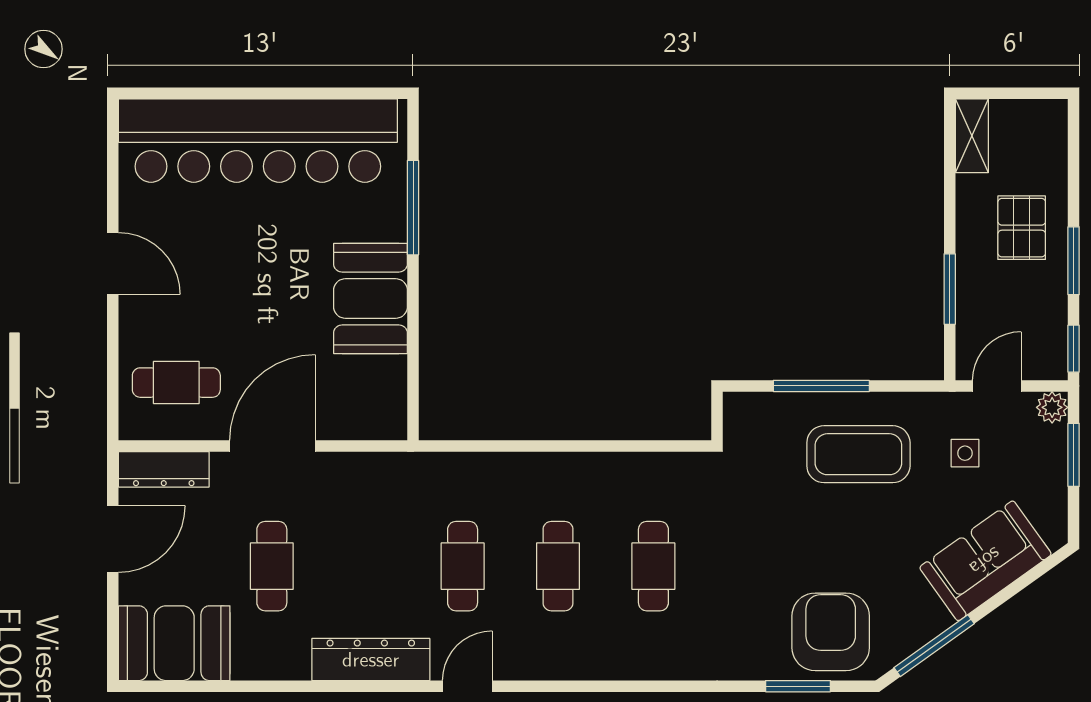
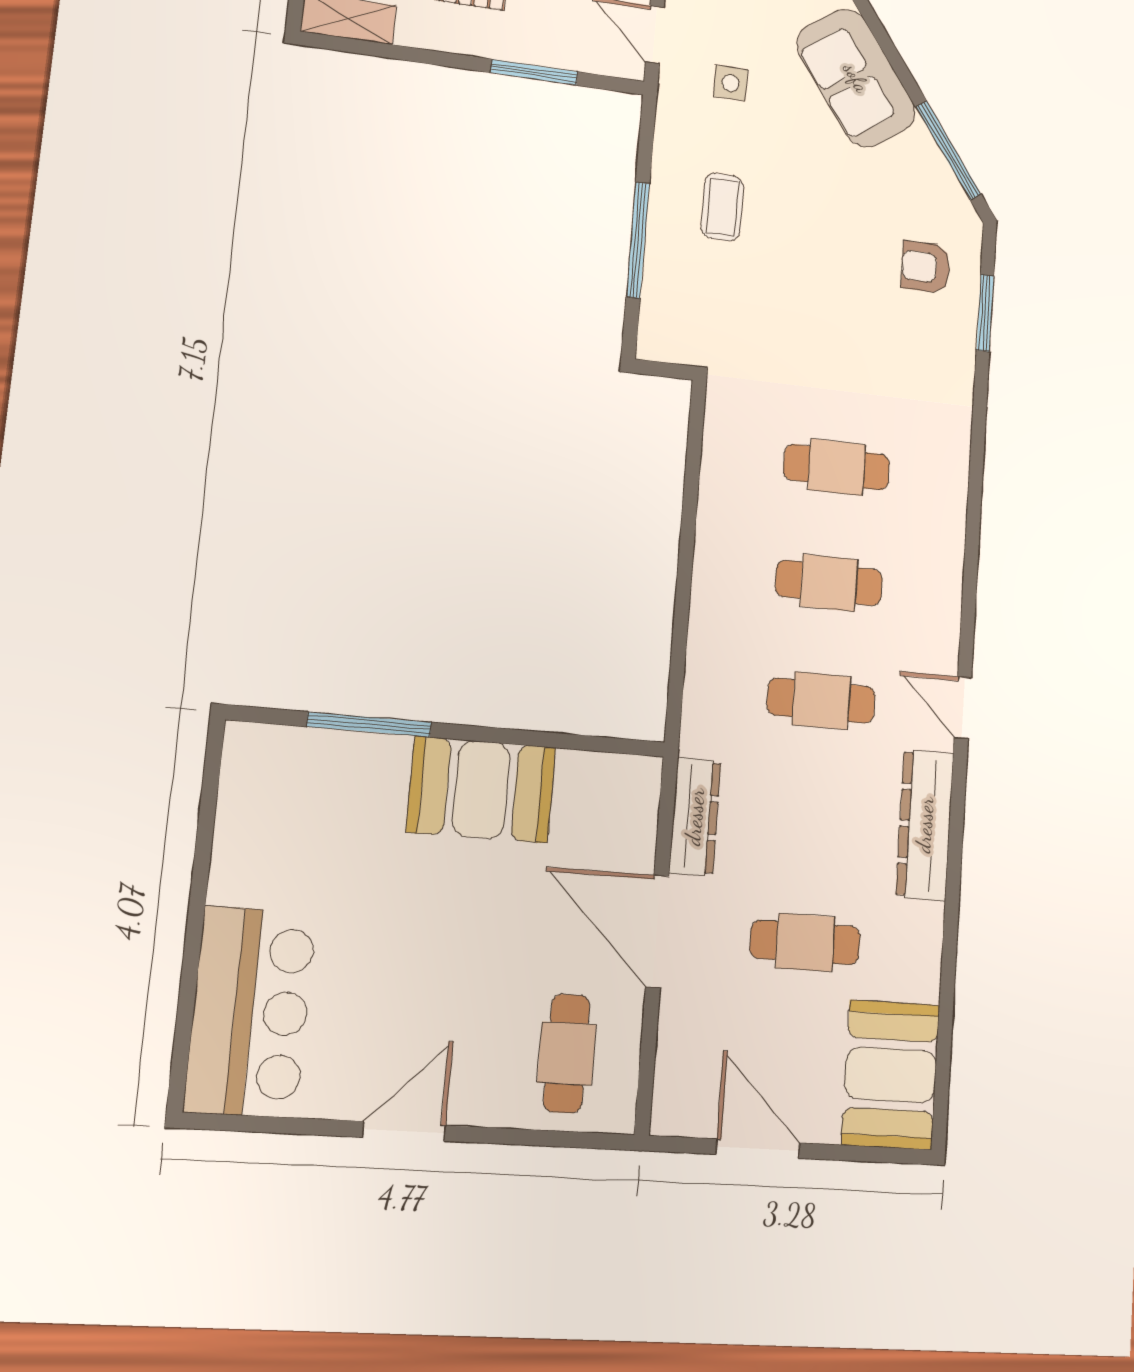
bar counter: (258, 141) -> (250, 1012), width x0.54
coffee table: (858, 454) -> (722, 207), width x0.54, depth x0.58
dresser: (164, 469) -> (695, 817), moved
armchair: (831, 632) -> (926, 267), width x0.53, depth x0.53

